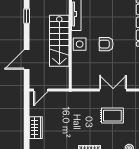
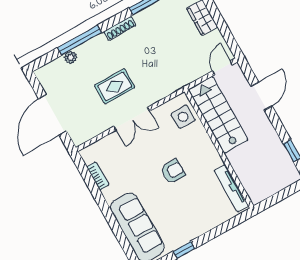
stairs: (59, 41) -> (218, 115), moved
side table: (80, 44) -> (183, 117), moved

